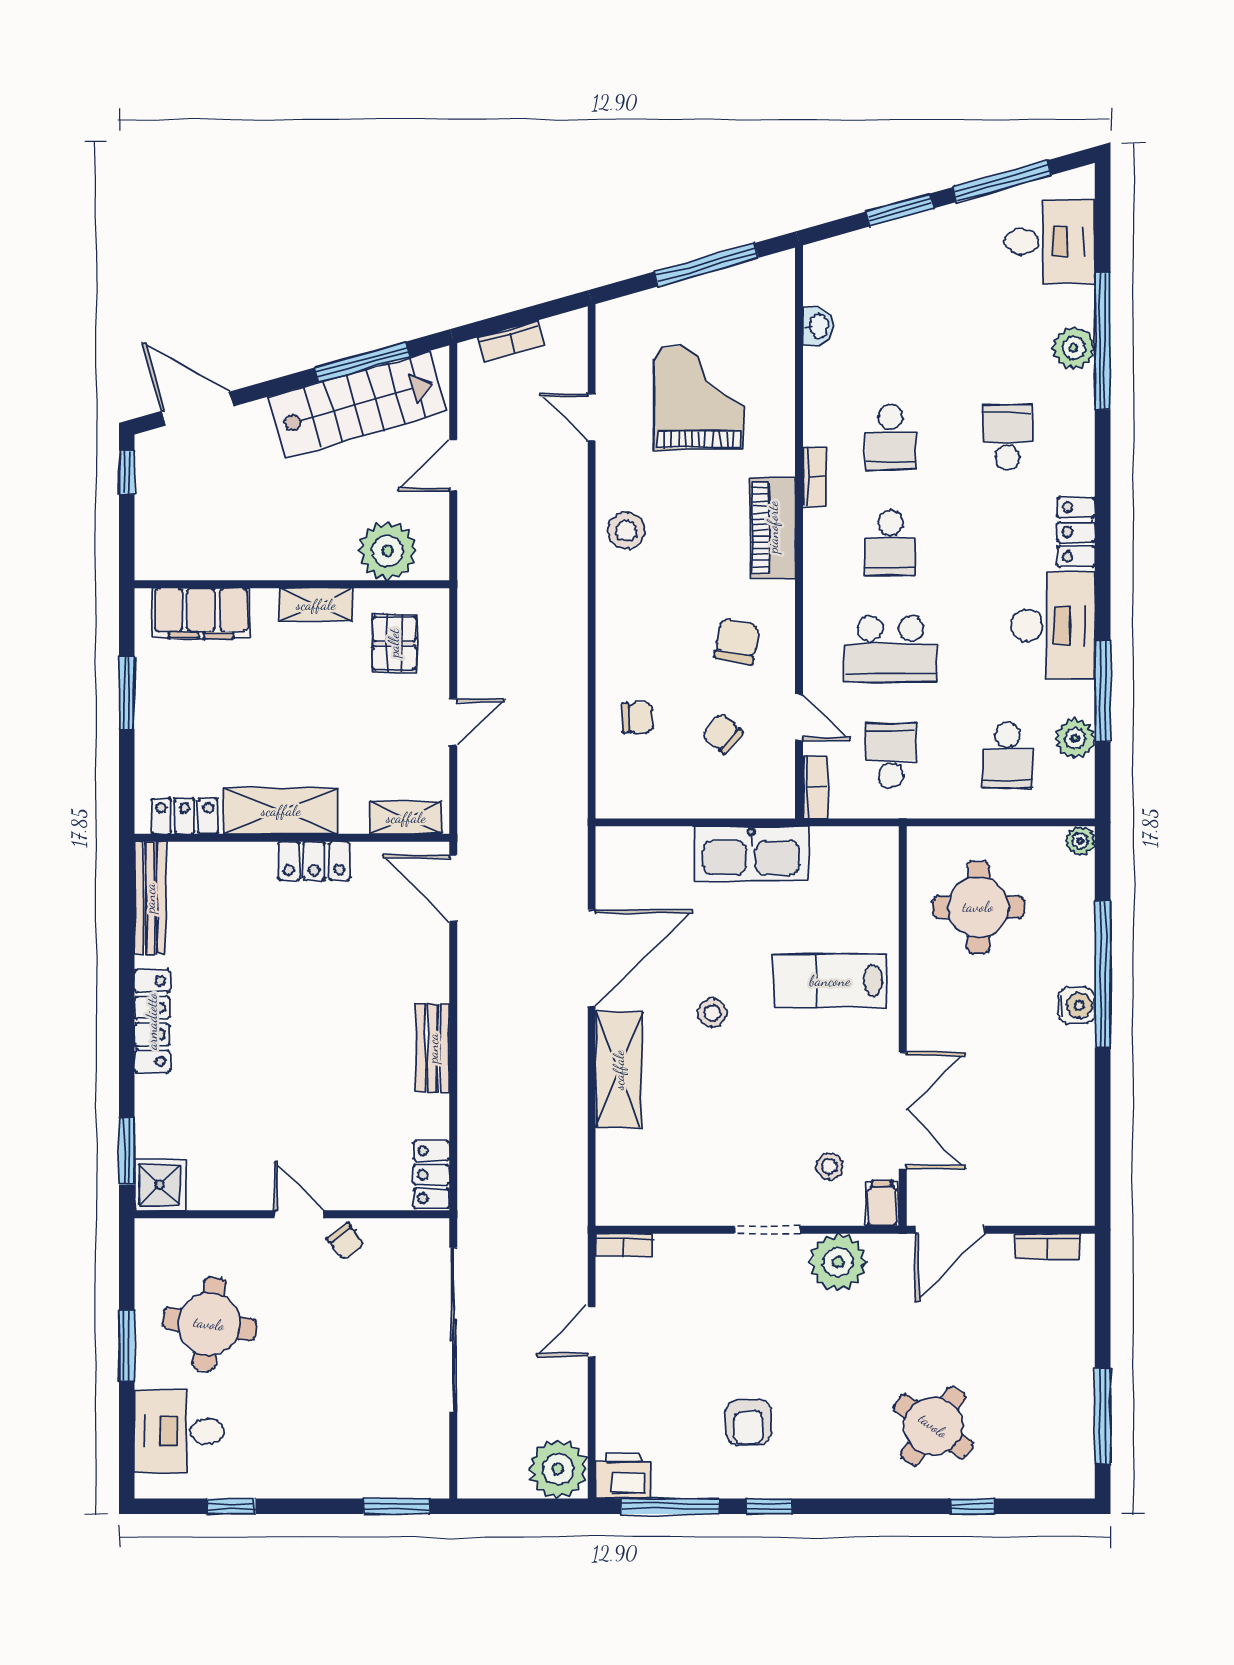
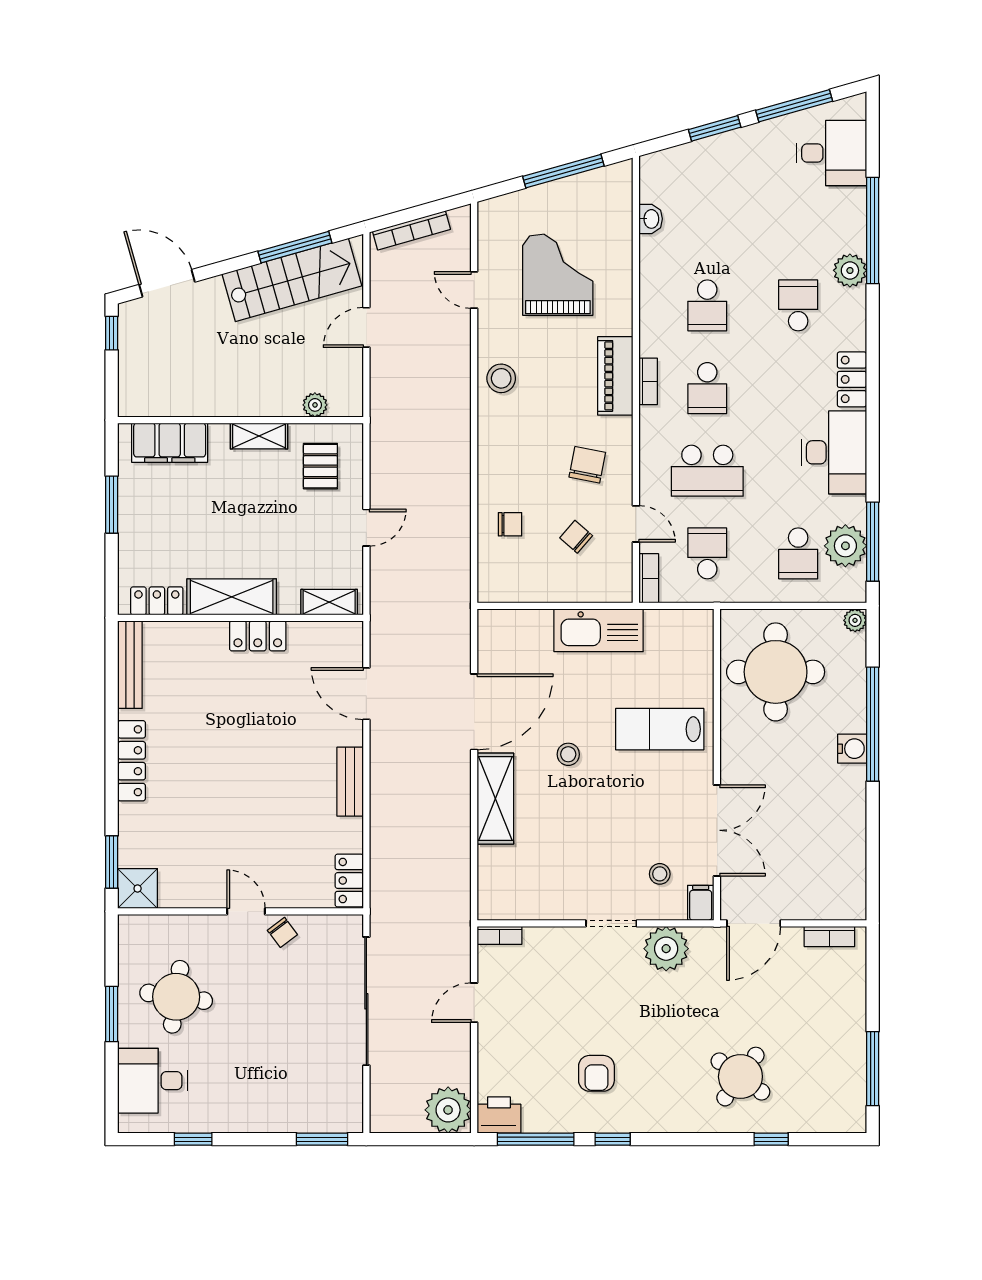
bookcase: (511, 341) -> (411, 230), width x1.56
plant: (1074, 348) -> (850, 270), moved
bookcase: (815, 476) -> (648, 381), moved
plant: (387, 551) -> (315, 405), width x0.53, depth x0.53
window: (1103, 691) -> (873, 542), moved
plant: (1075, 738) -> (845, 546), width x1.36, depth x1.36
door: (453, 888) -> (366, 694), moved
round table: (978, 907) -> (776, 672), width x1.36, depth x1.36

